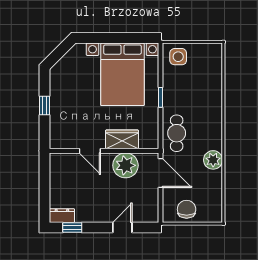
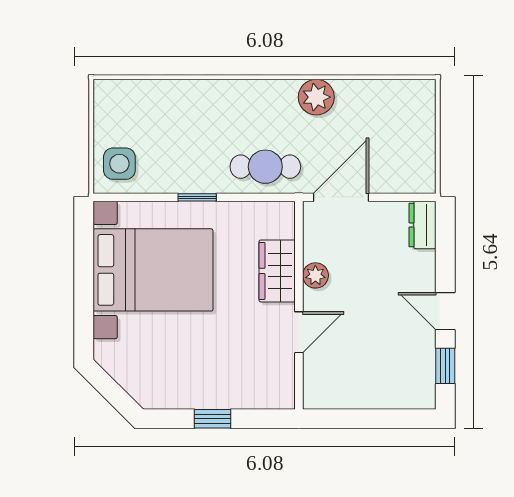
plant: (125, 165) -> (315, 275), width x0.53, depth x0.53
chair: (187, 209) -> (410, 148), removed
dresser: (62, 216) -> (422, 225), moved
door: (122, 228) -> (445, 311), moved

